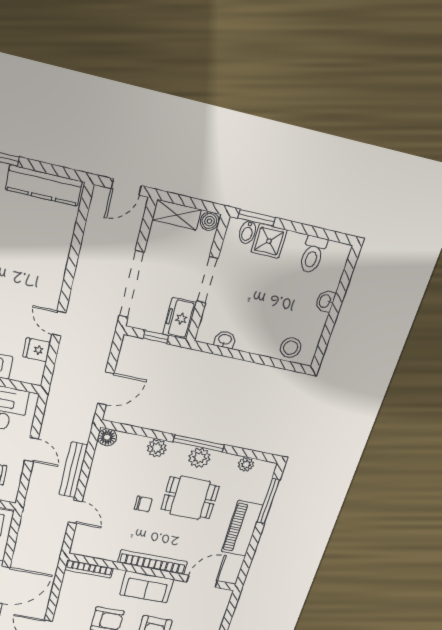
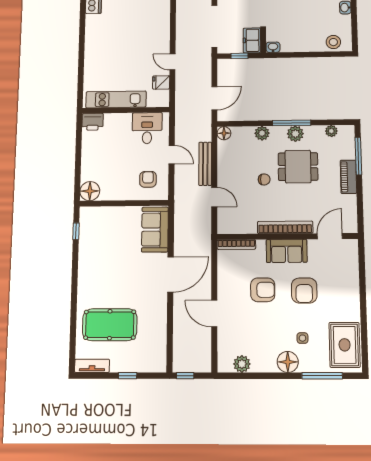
washbasin: (225, 340) -> (273, 47), moved
piano: (242, 528) -> (348, 177), width x0.73, depth x0.75

